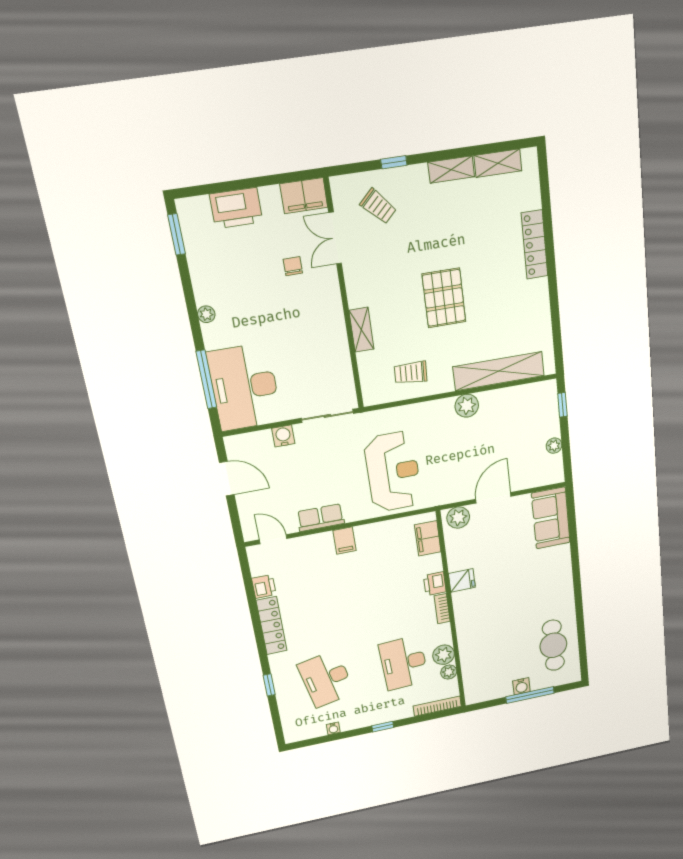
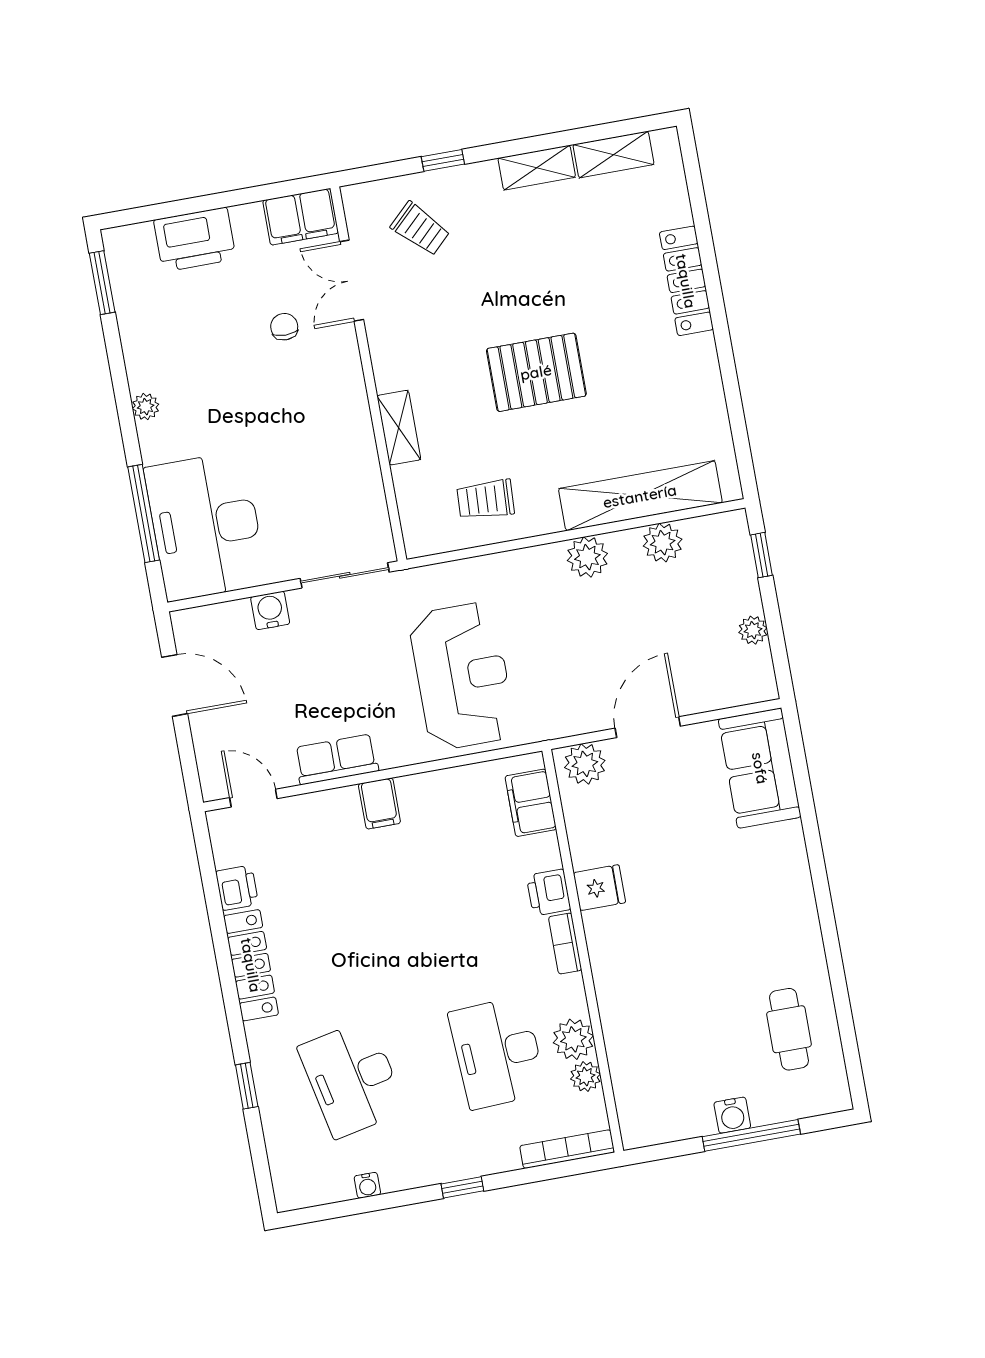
pallet: (444, 298) -> (536, 372), turned 90
plant: (509, 398) -> (663, 543), added
cafe table: (553, 645) -> (789, 1029), width x0.73, depth x0.74

